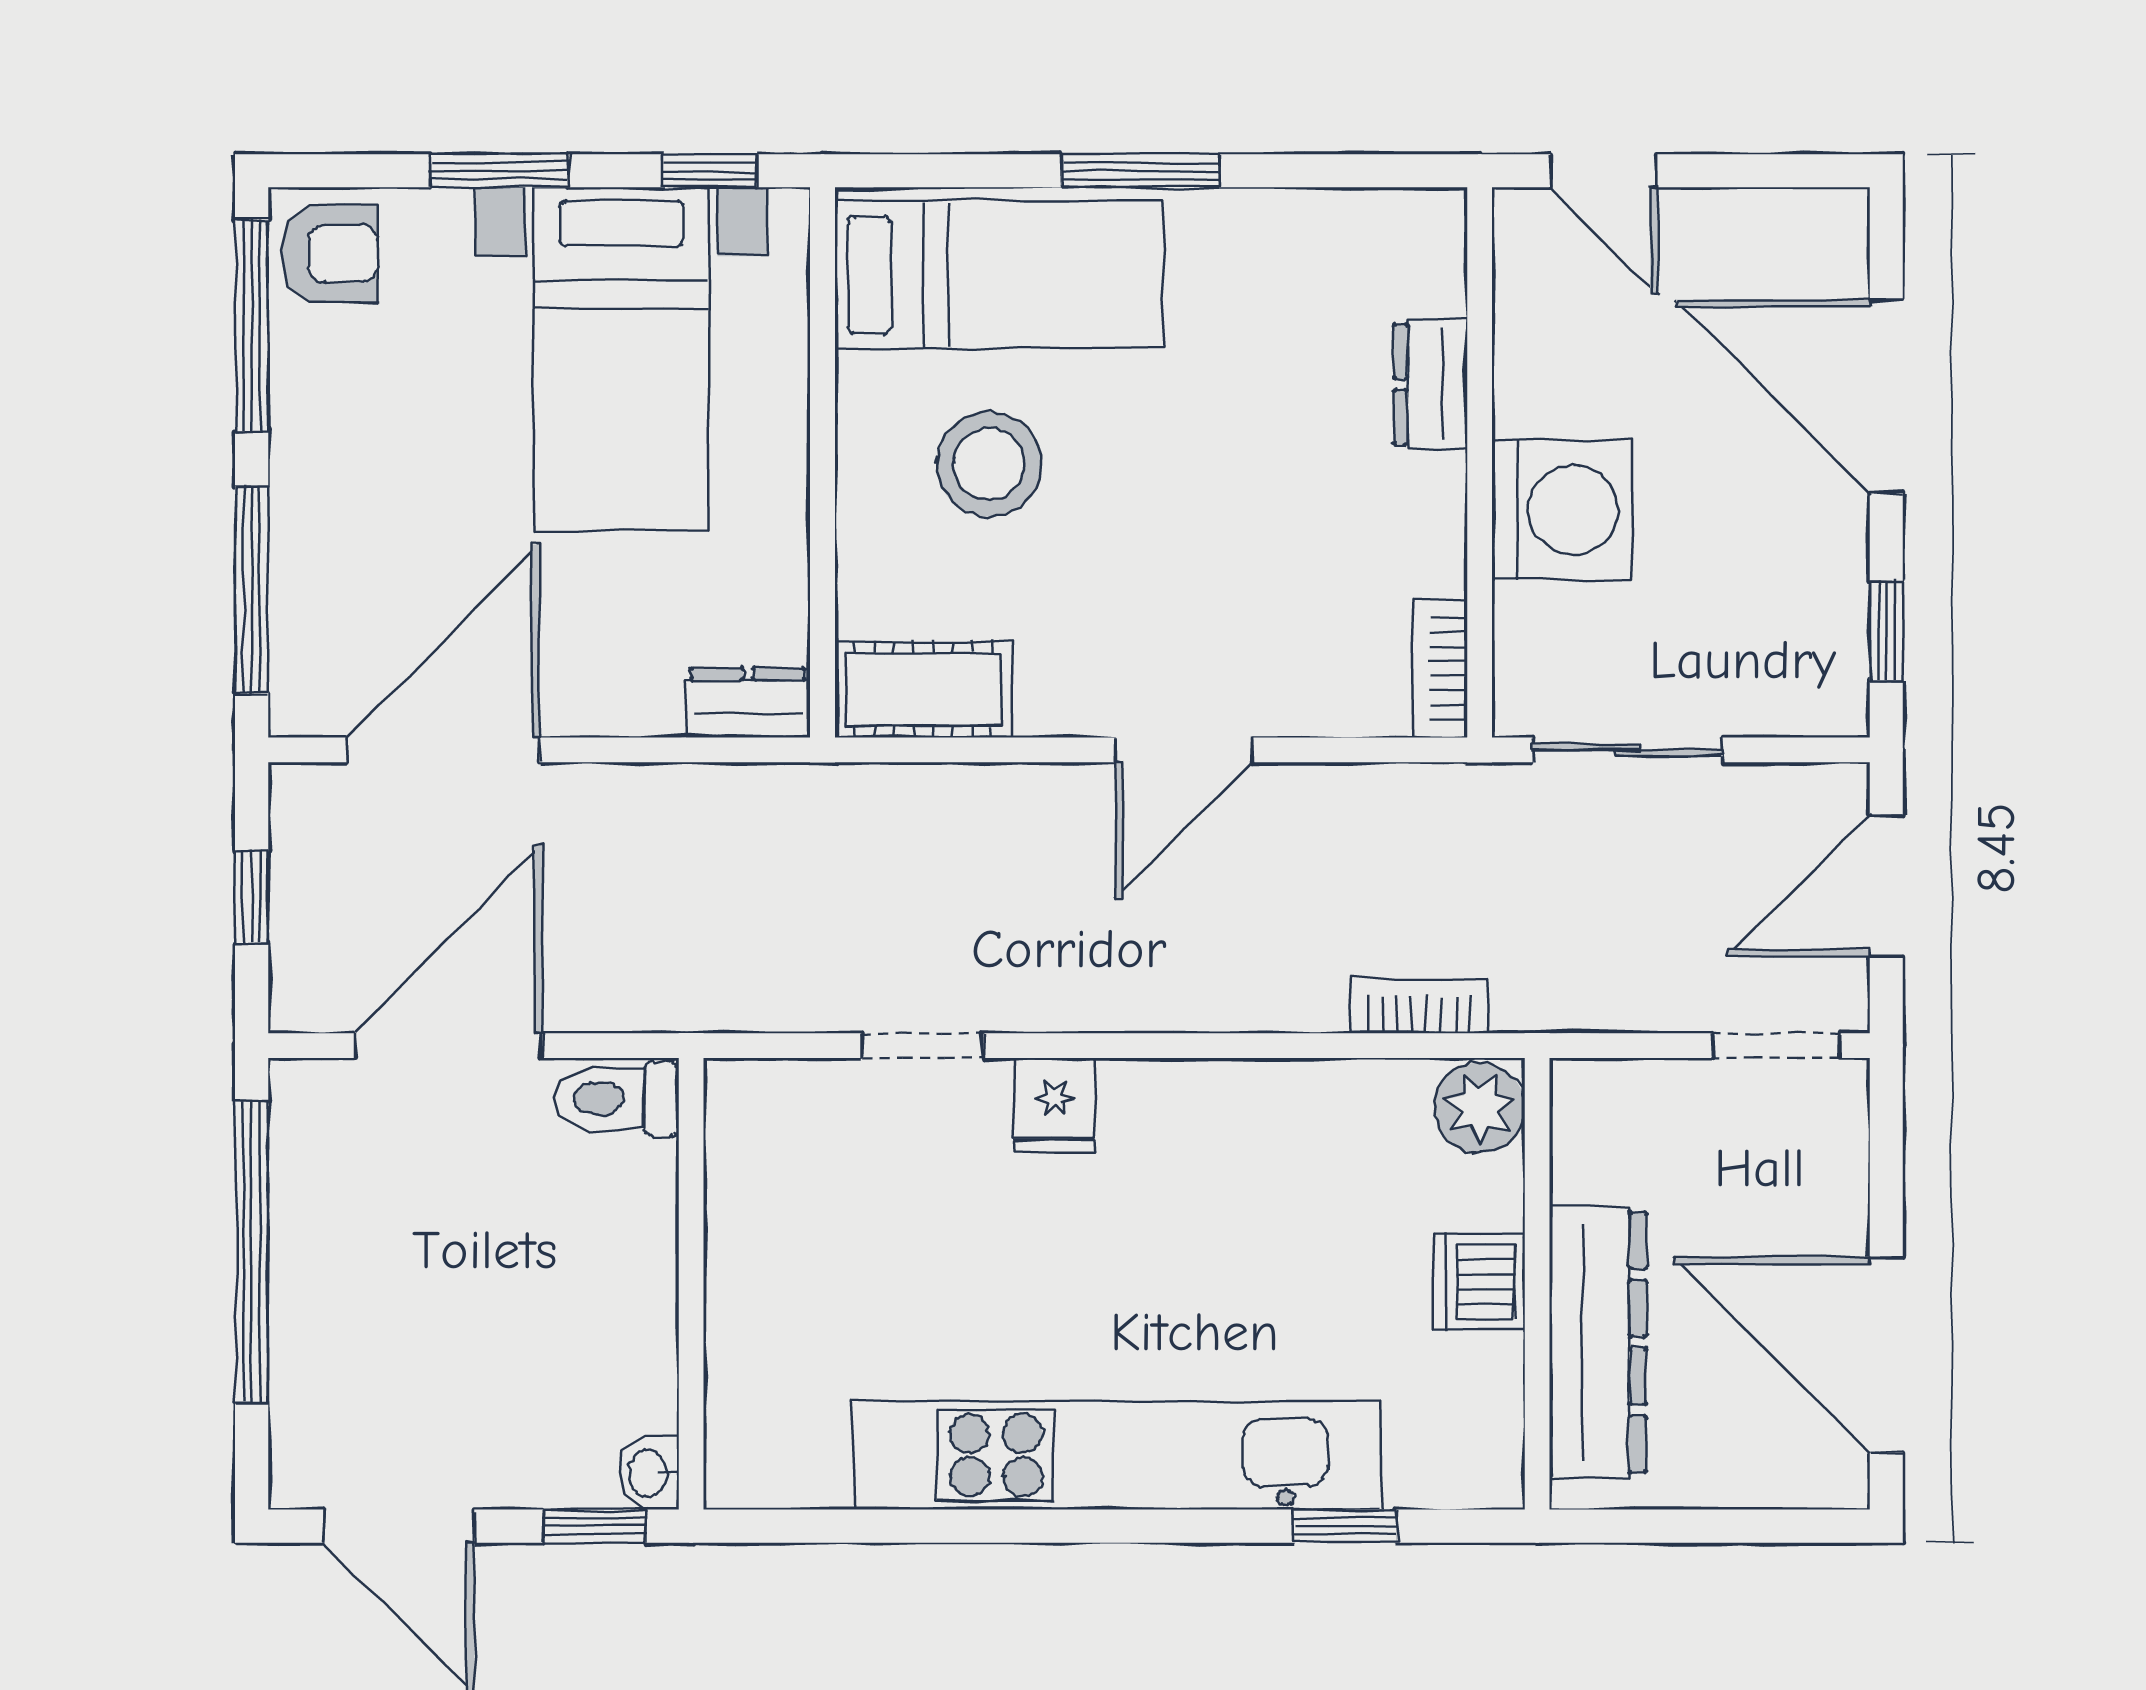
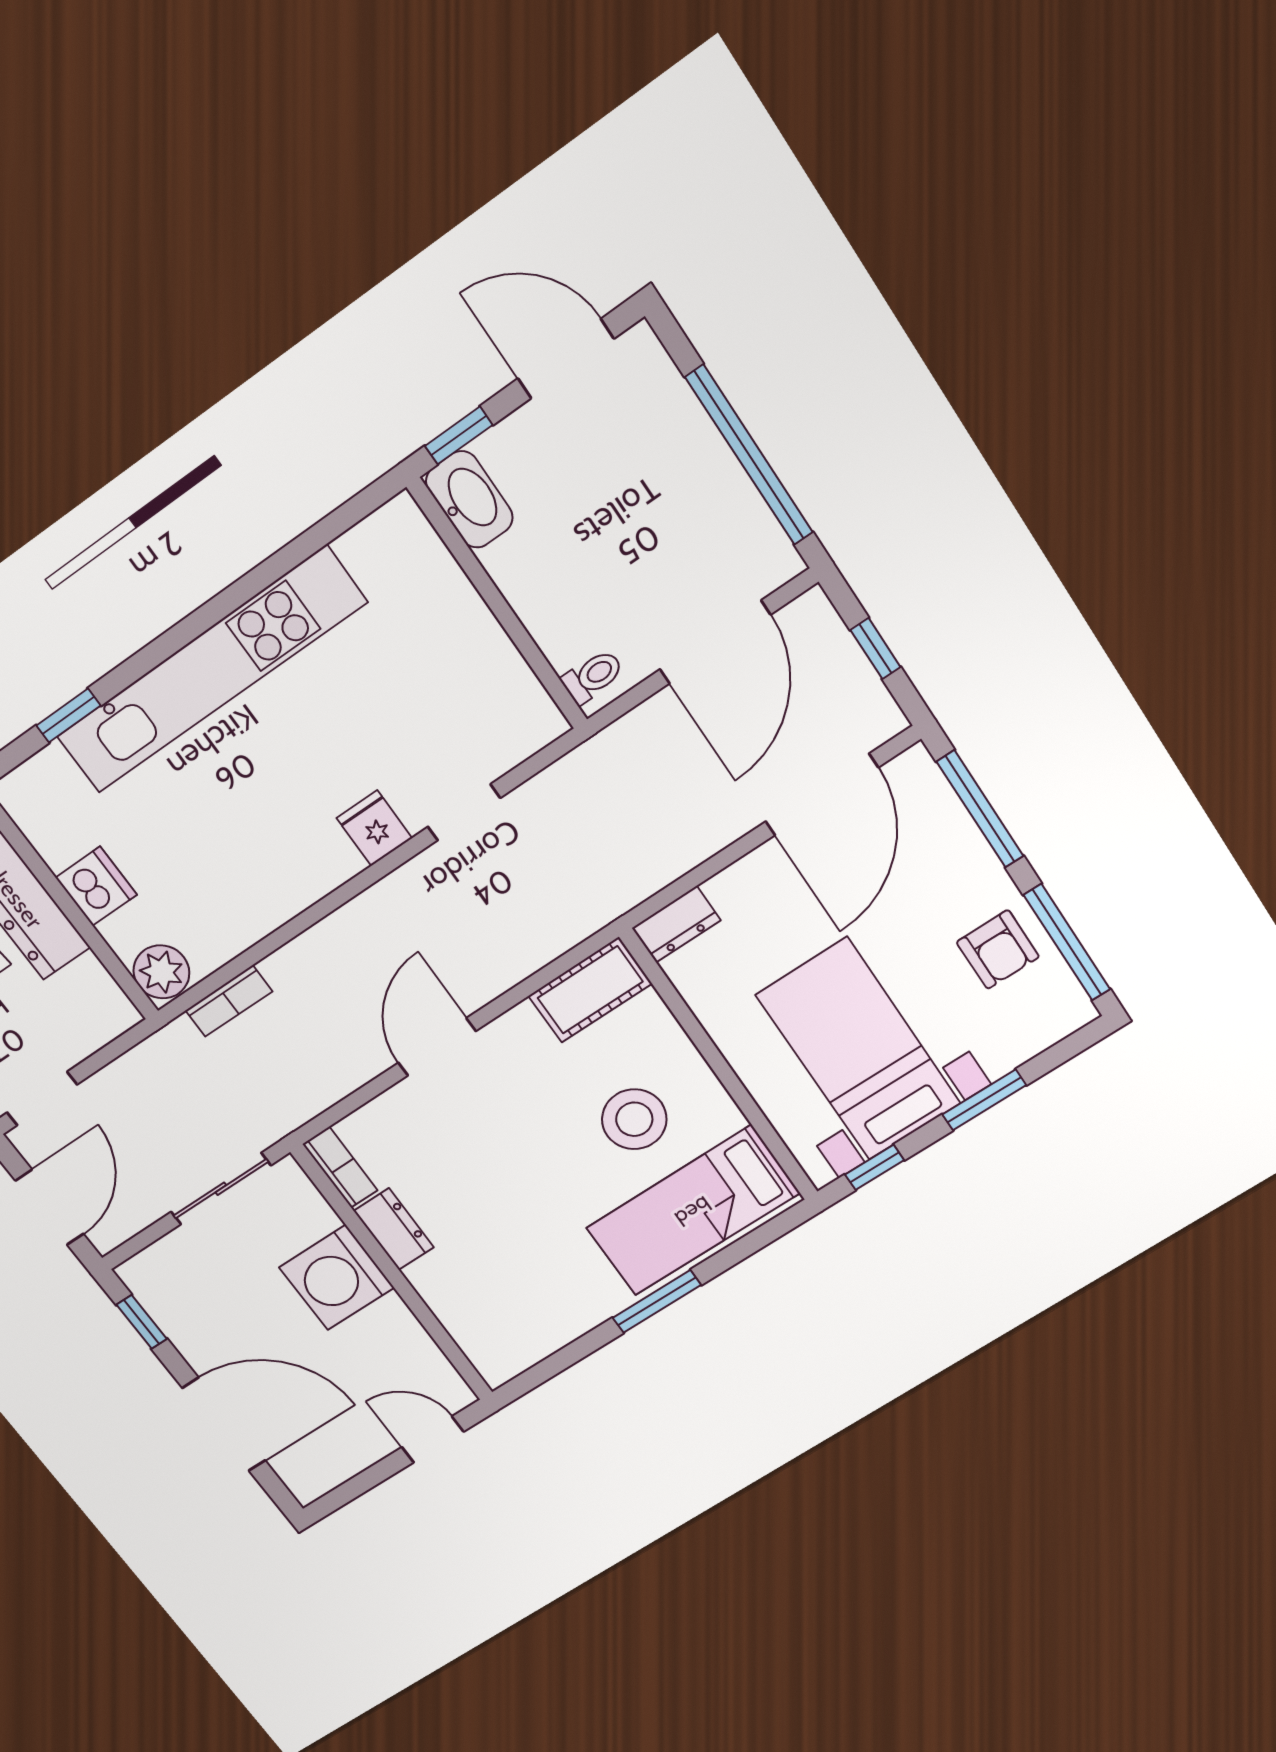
armchair: (330, 254) -> (998, 949), moved, turned -90
dresser: (1431, 384) -> (394, 1229), moved
toilet: (616, 1099) -> (593, 676), width x0.73, depth x0.72
washbasin: (649, 1473) -> (469, 499), width x1.91, depth x1.45

